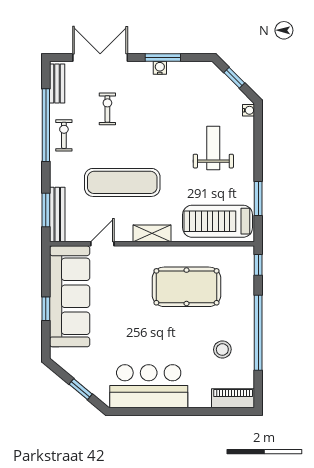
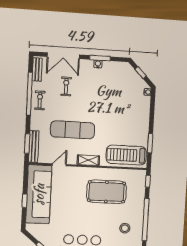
double door: (100, 57) -> (63, 56), swing flipped
weight bench: (213, 148) -> (126, 113), removed

